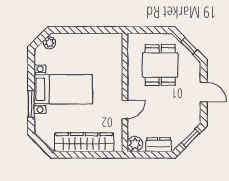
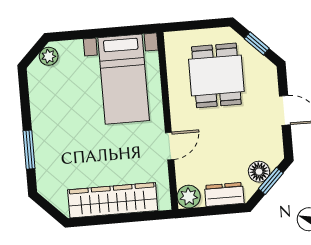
bed with nightstands: (63, 89) -> (124, 79), moved, turned 90
floor lamp: (183, 131) -> (259, 172), added

